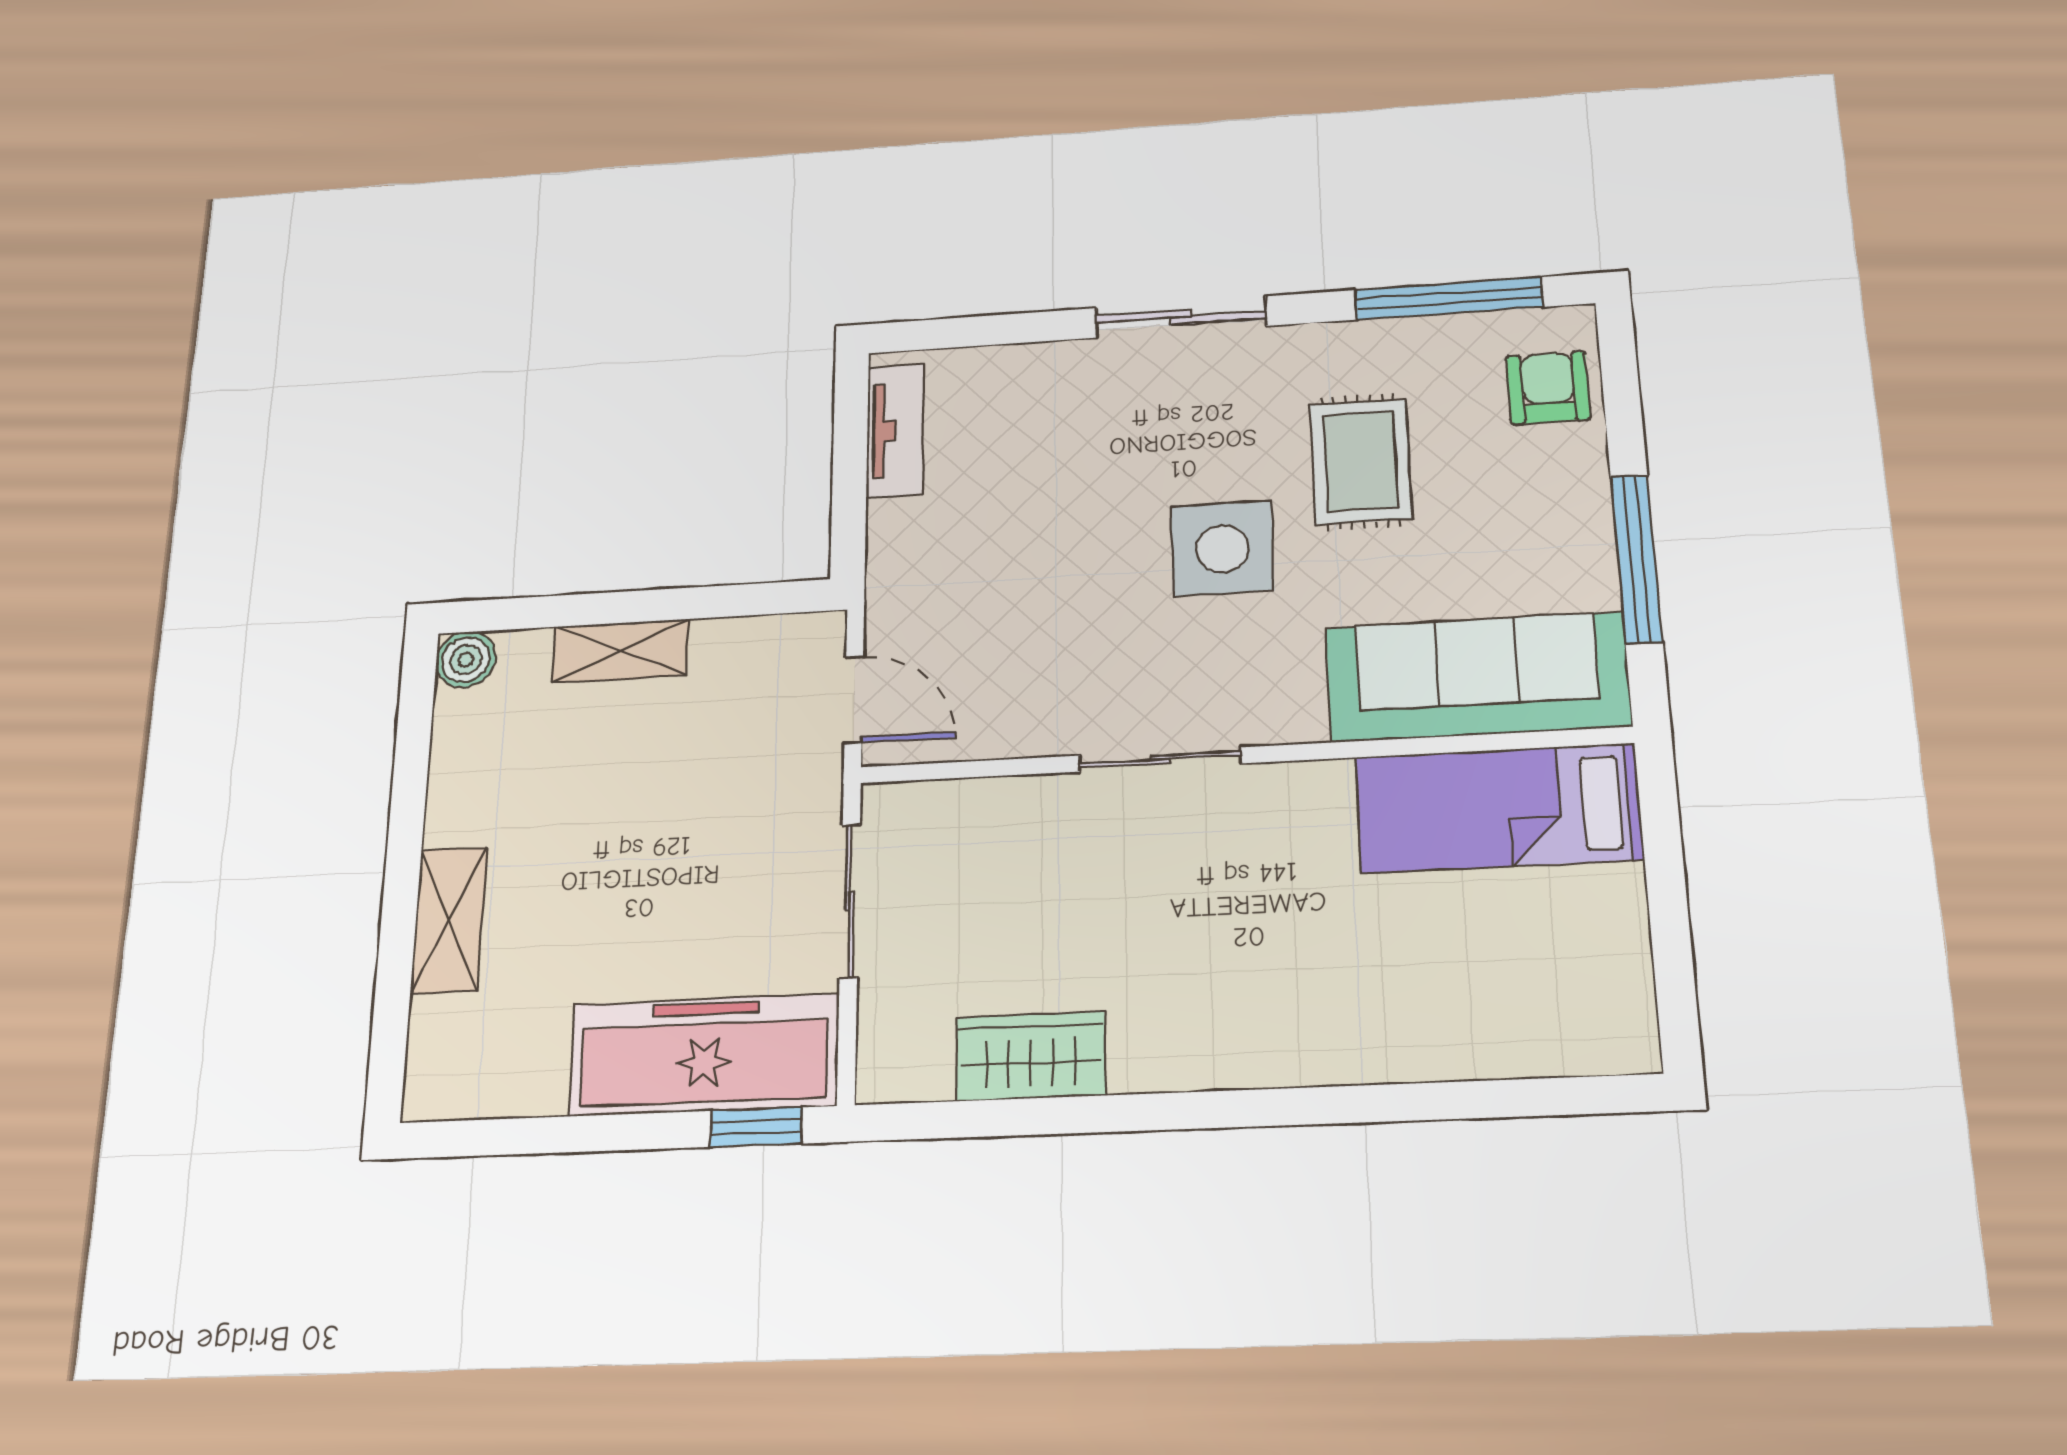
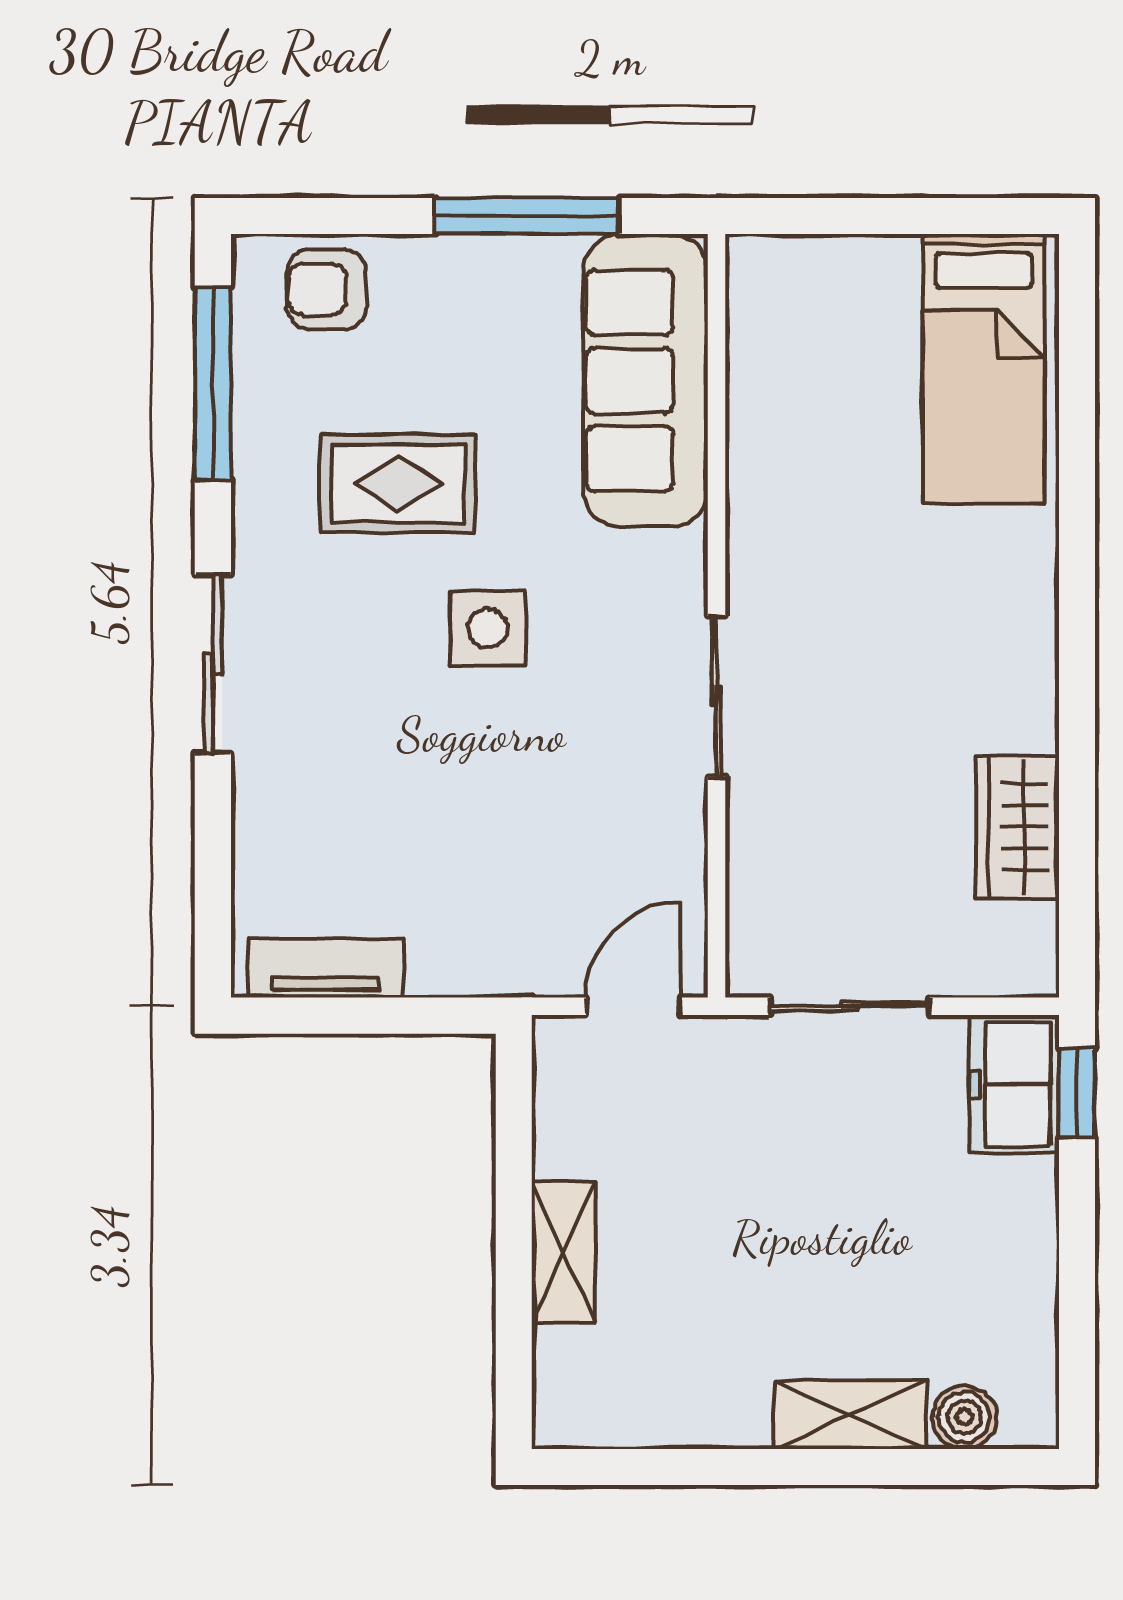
side table: (1222, 548) -> (488, 628), width x0.73, depth x0.73
boiler: (466, 660) -> (964, 1417), moved
bed: (1498, 808) -> (984, 369), moved
freezer: (704, 1055) -> (1014, 1084), width x0.52, depth x0.79

